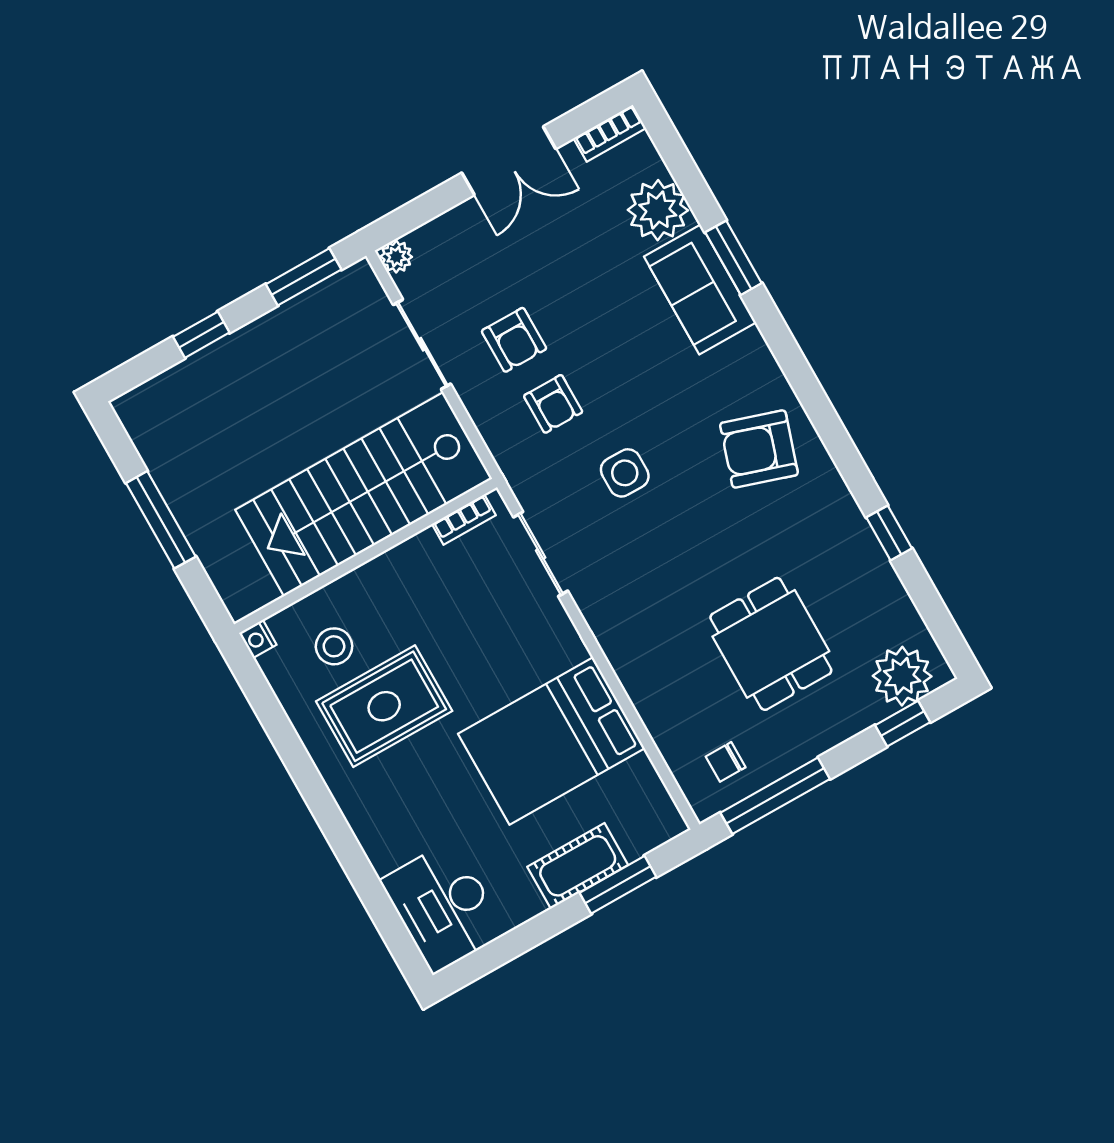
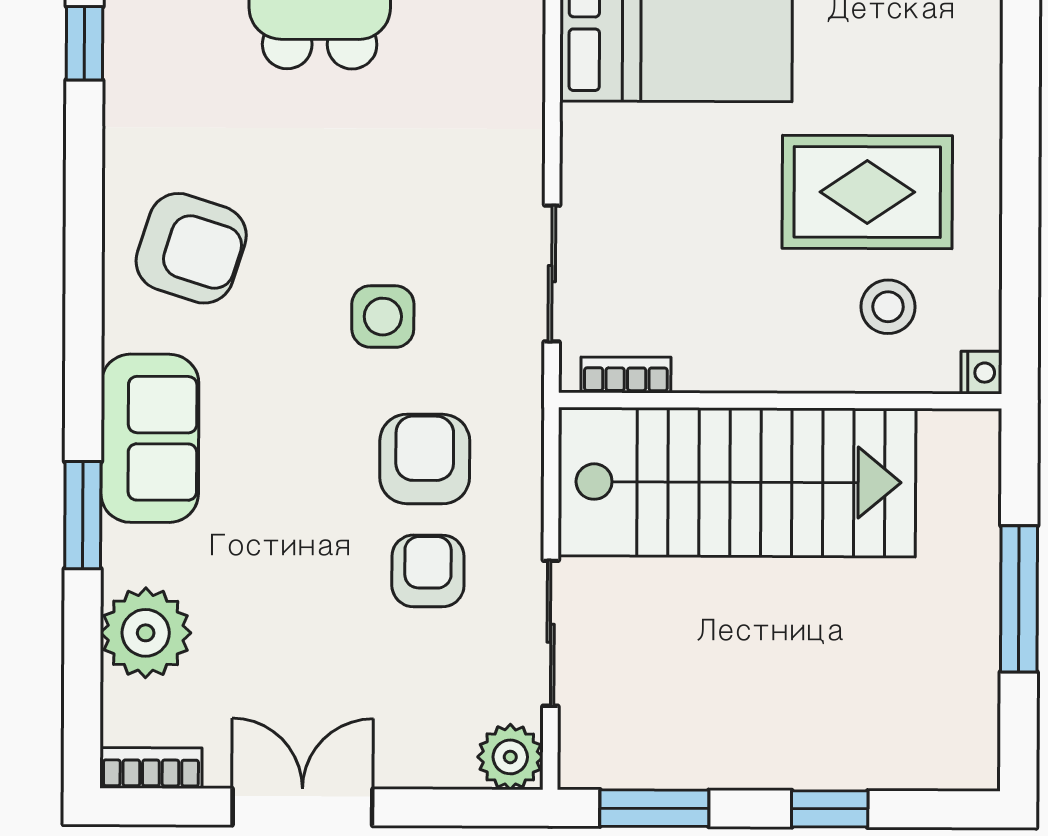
plant: (396, 257) -> (510, 757), width x1.38, depth x1.38
sofa: (700, 289) -> (150, 438), moved
armchair: (553, 404) -> (425, 459), width x1.38, depth x1.38

